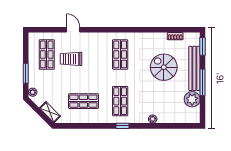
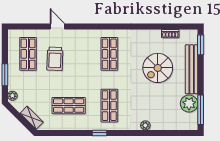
trolley: (71, 59) -> (55, 59), turned -88
spiral stairs: (164, 67) -> (158, 68), turned -90
window: (203, 82) -> (201, 110), moved
window: (122, 126) -> (100, 133), moved

